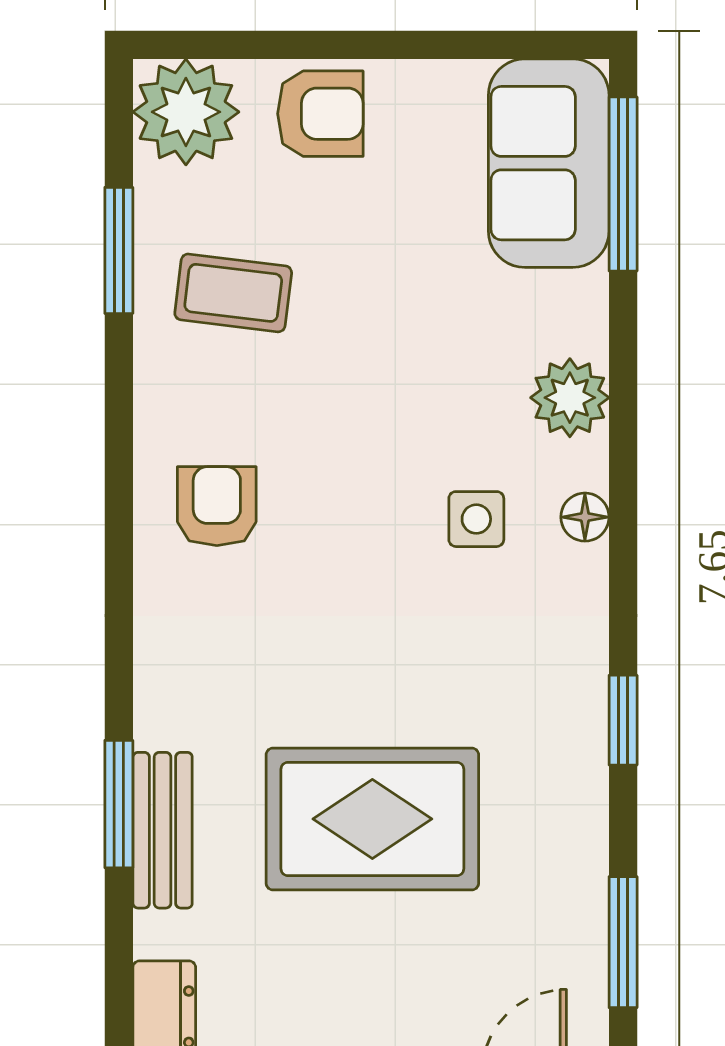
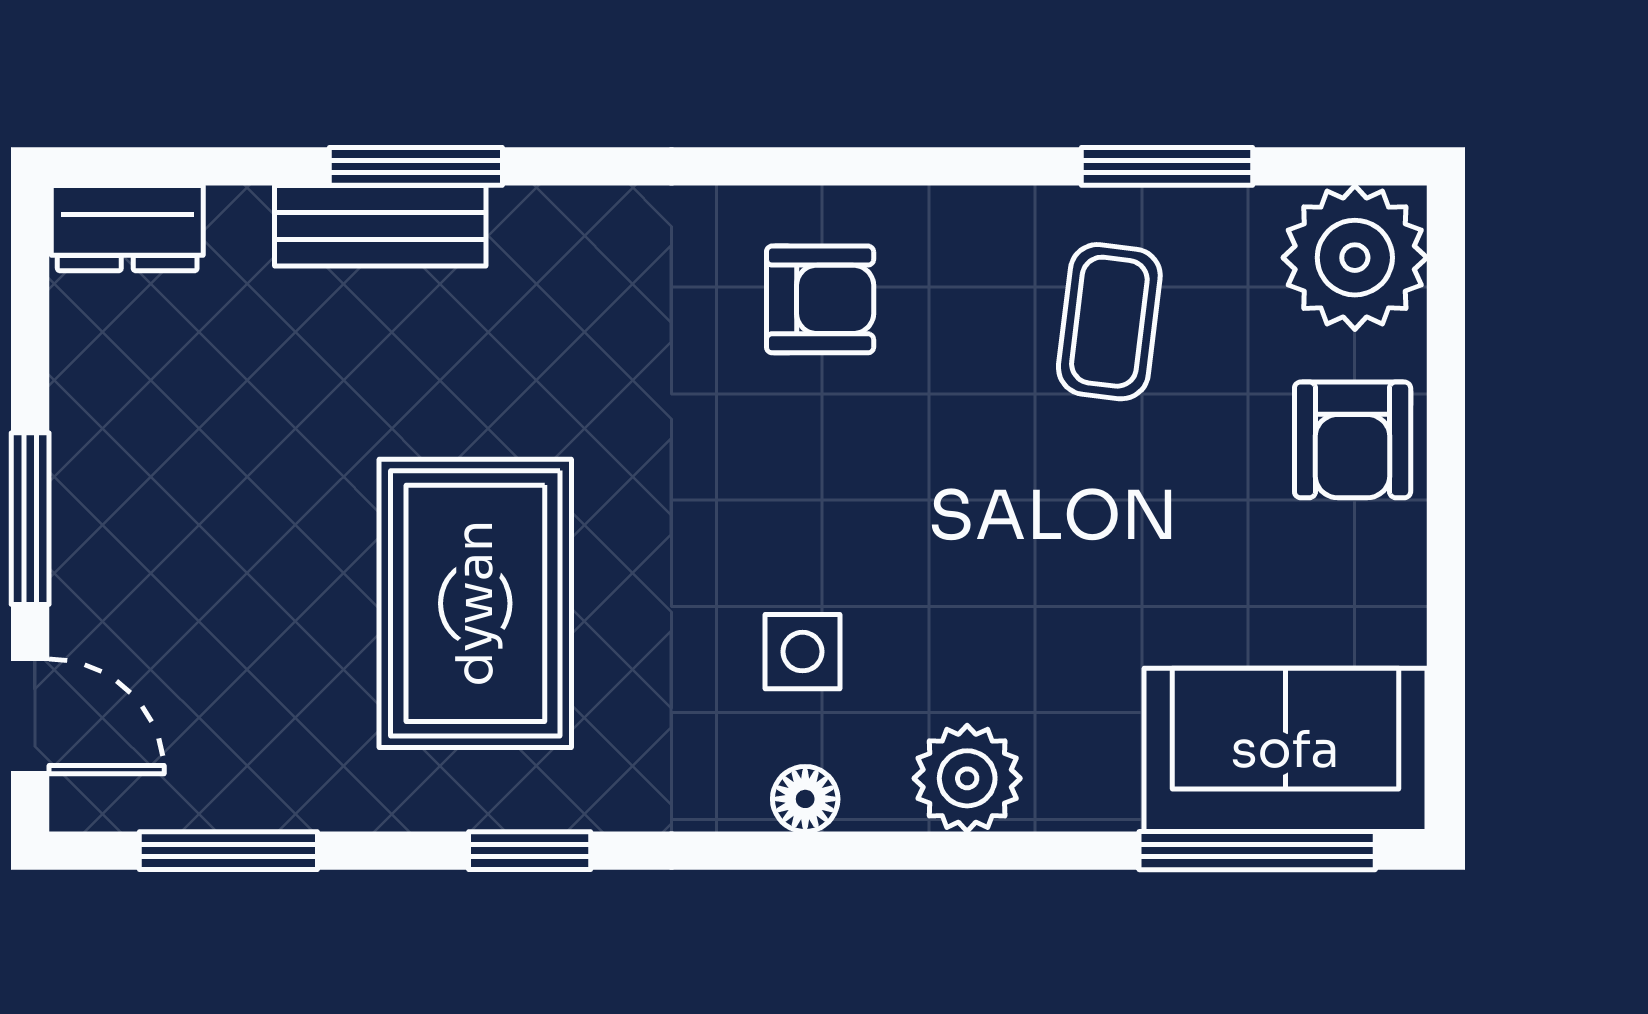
rug: (372, 819) -> (475, 603), moved

